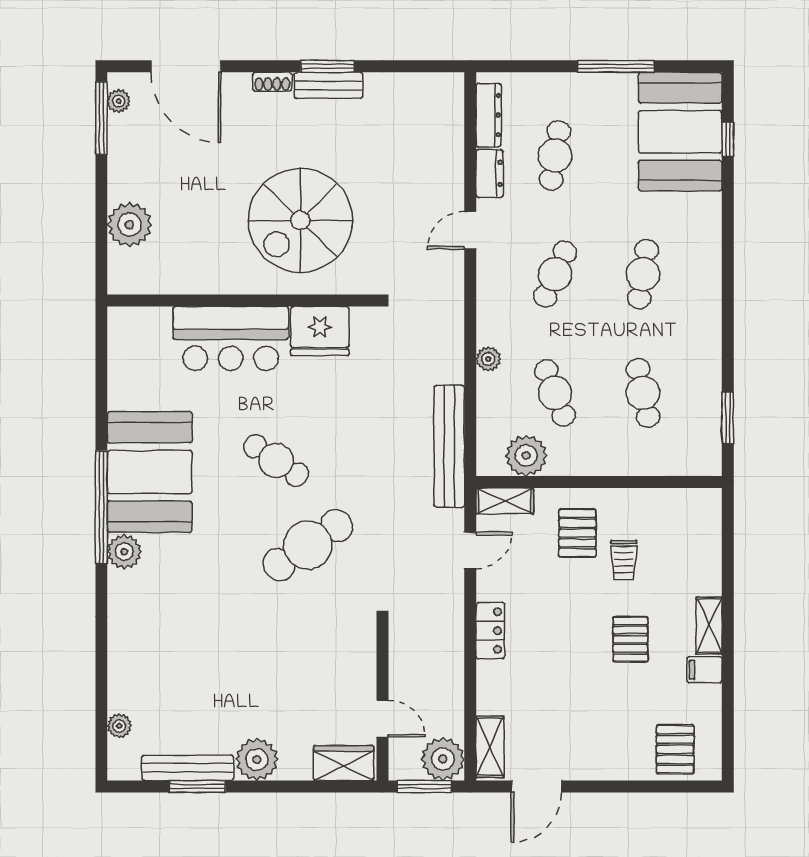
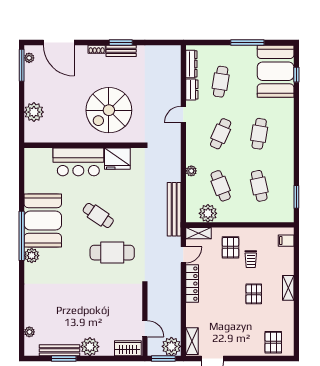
cafe table: (308, 545) -> (112, 253), turned 34
locker: (490, 631) -> (192, 284), width x1.53
filing cabinet: (704, 670) -> (286, 241), moved

